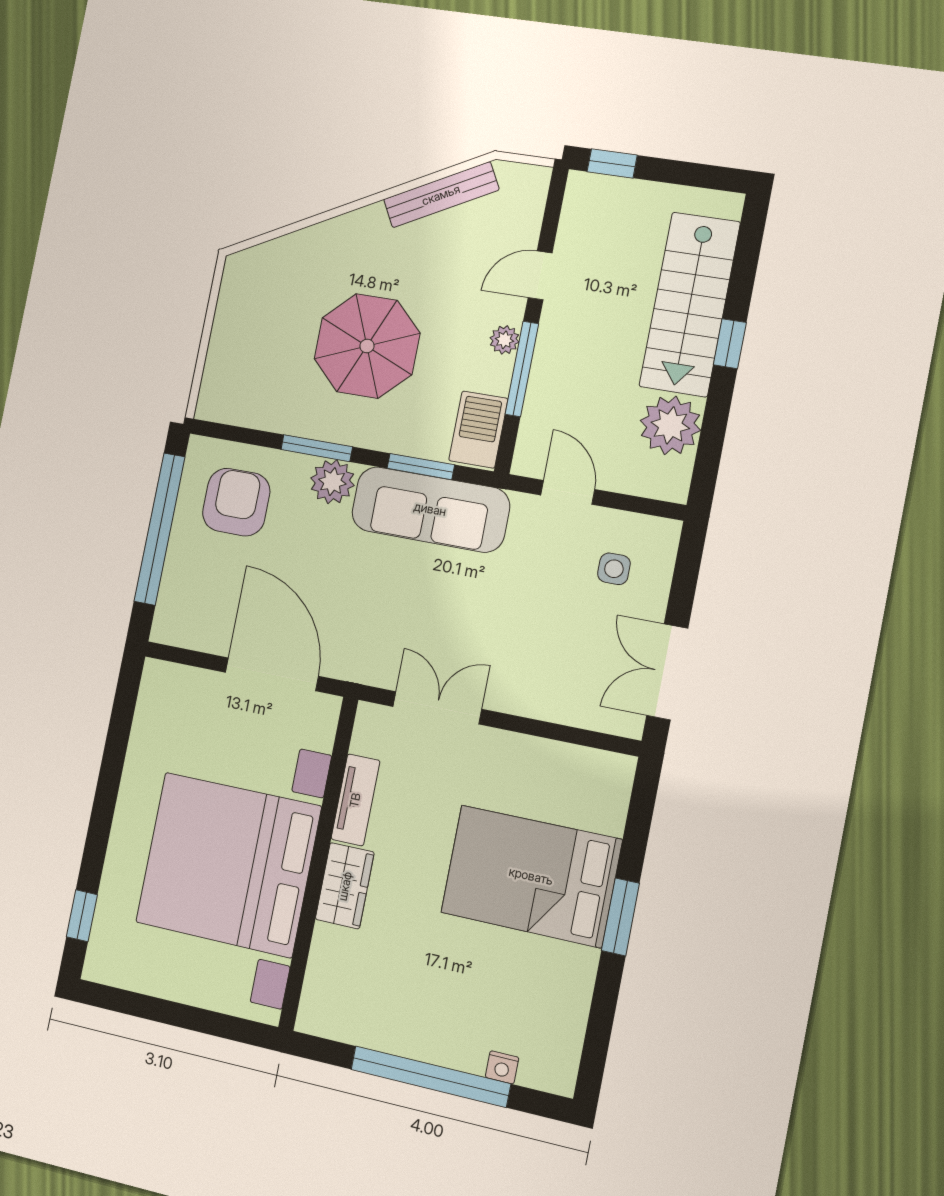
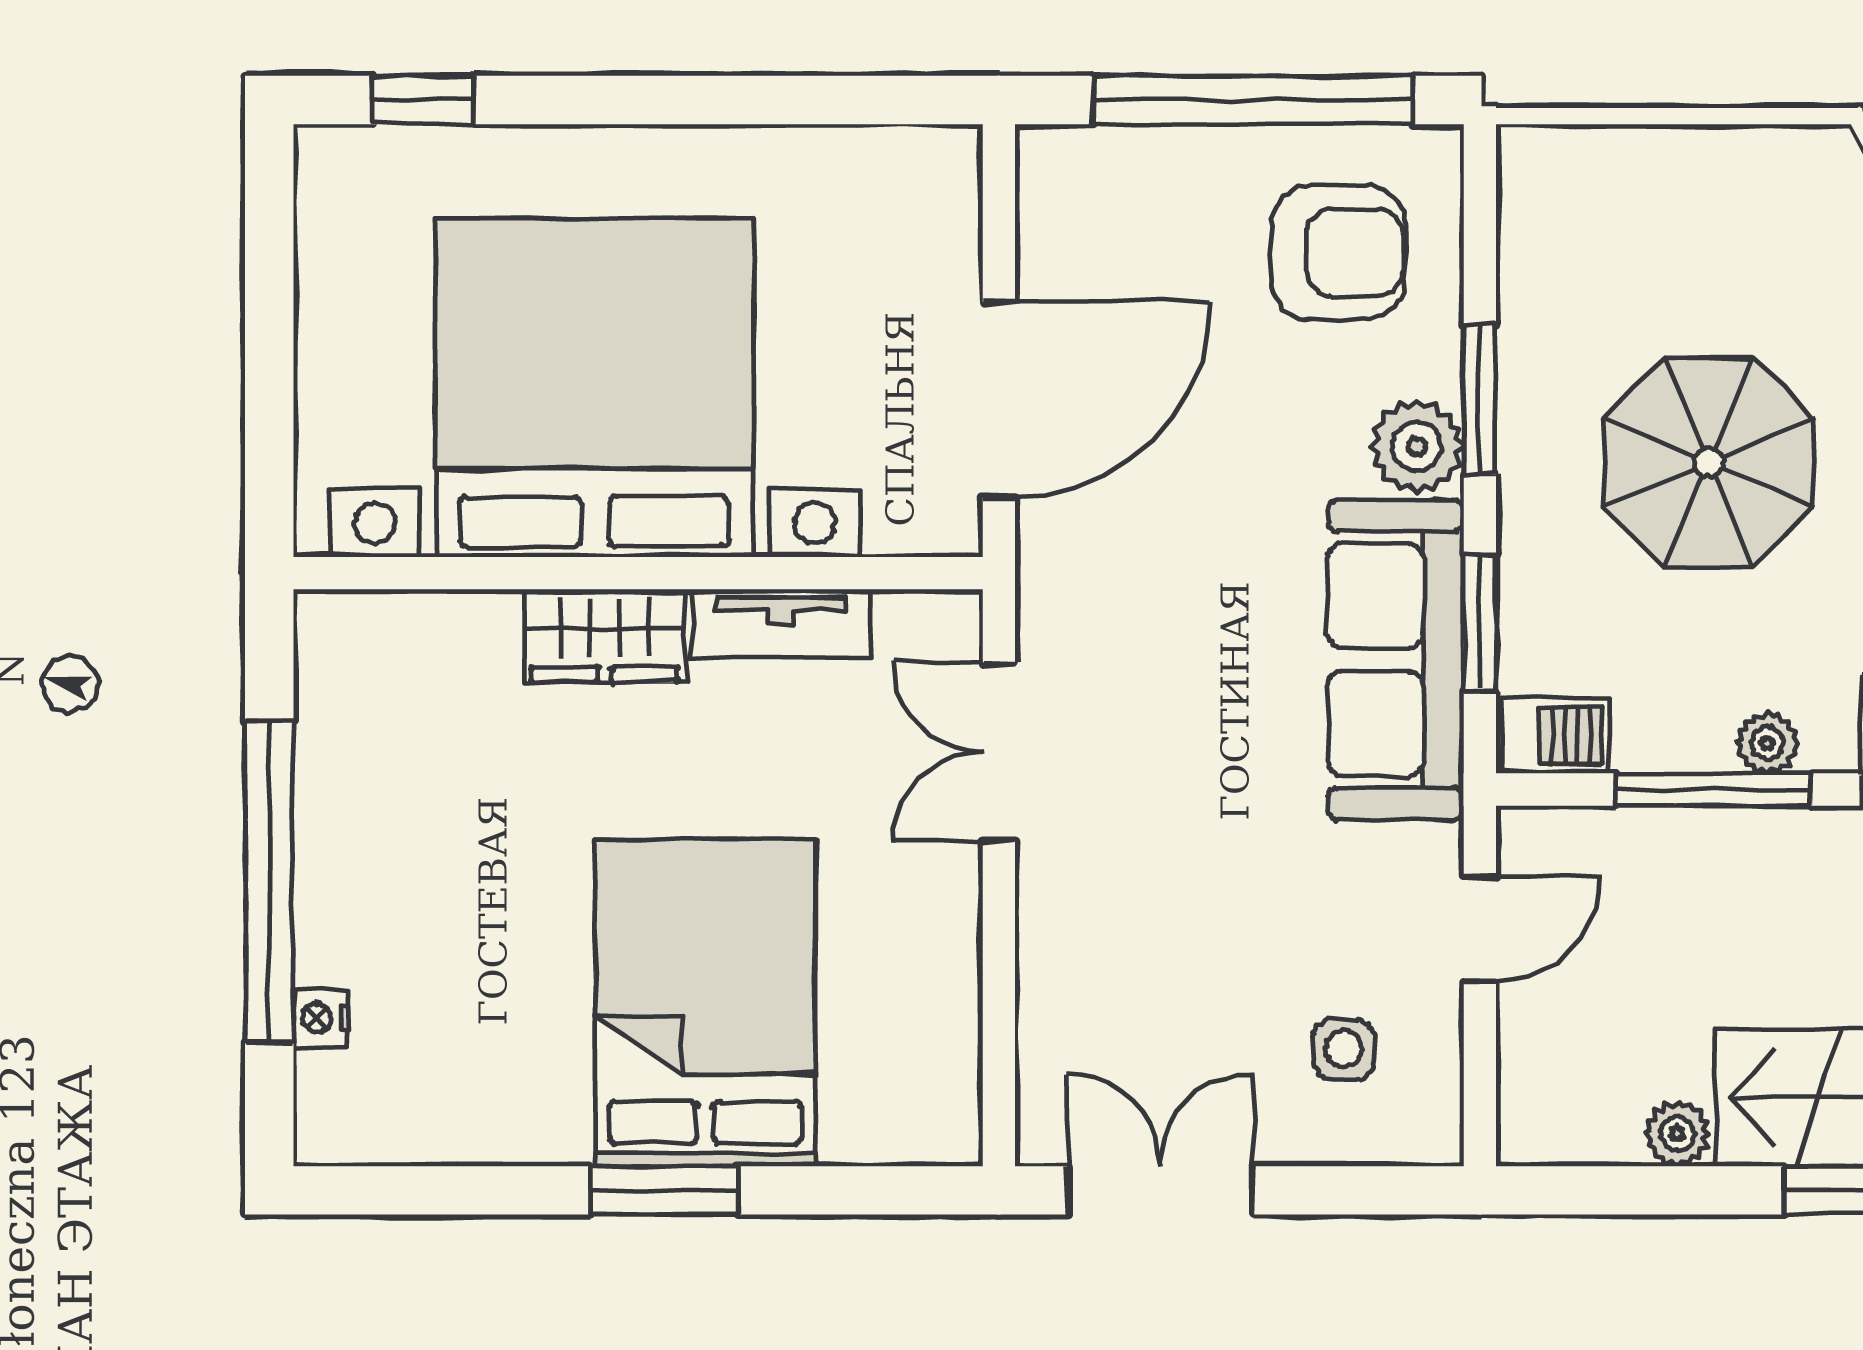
plant: (670, 425) -> (1678, 1134), width x0.53, depth x0.53
barbecue: (478, 430) -> (1555, 735), width x0.73, depth x0.79
double door: (437, 708) -> (999, 752), swing flipped

